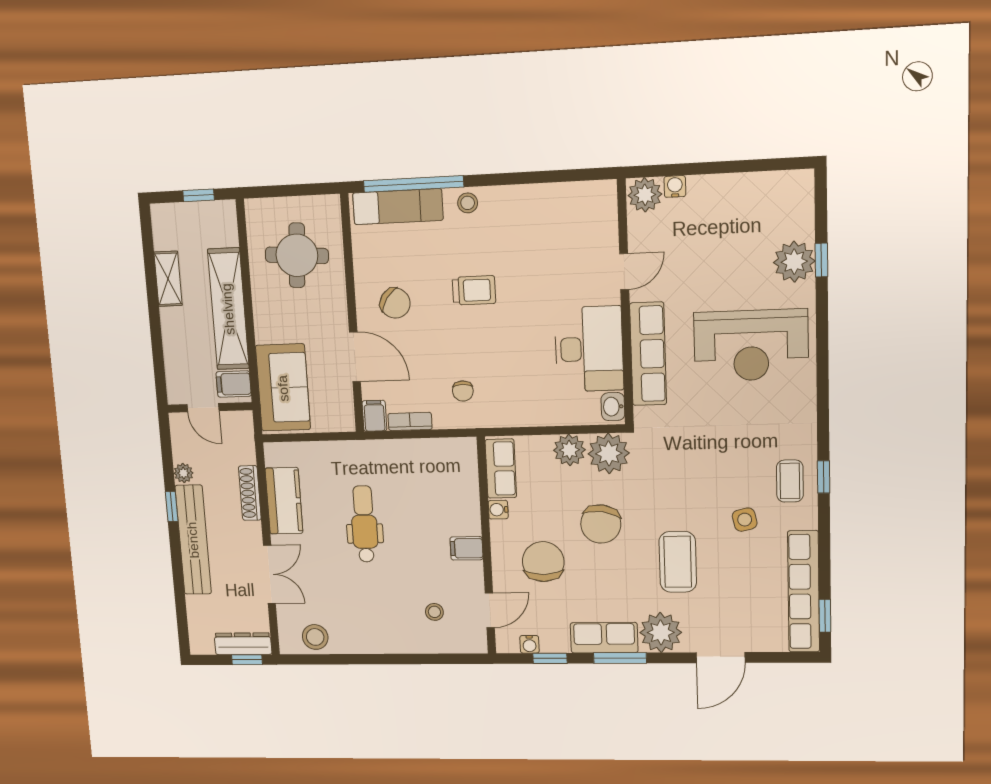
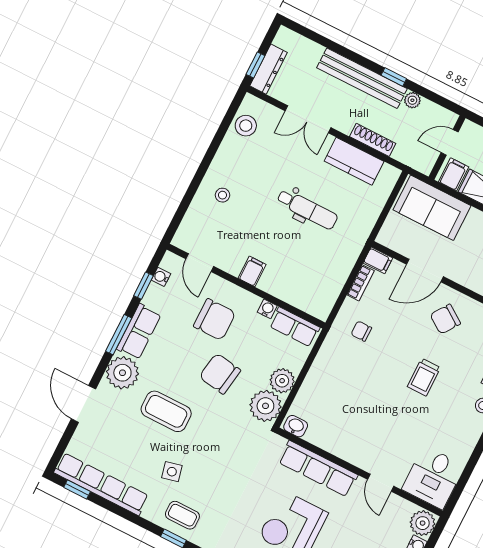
desk: (589, 349) -> (433, 477), moved, width x0.73
stool: (434, 612) -> (223, 195), moved

